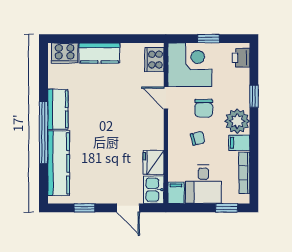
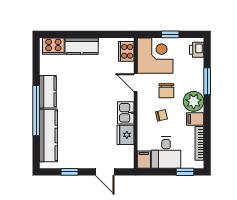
window: (254, 96) -> (207, 81), width x1.50
kitchen sink: (154, 190) -> (126, 113), moved

